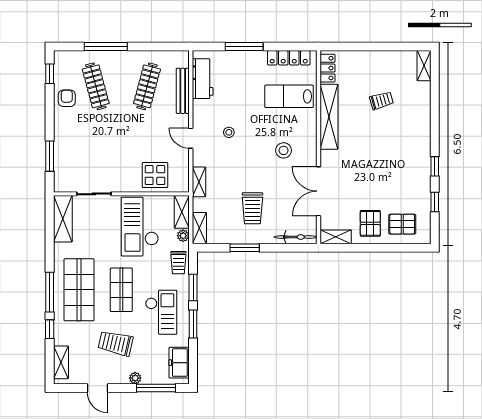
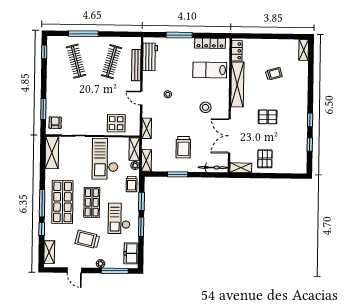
armchair: (67, 98) -> (55, 123), moved
pallet: (402, 224) -> (268, 117), moved
checkout: (161, 312) -> (119, 218), turned 180

